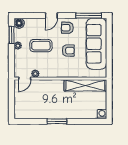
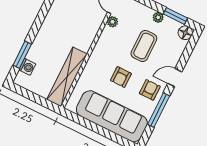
door: (51, 16) -> (175, 78), hinge flipped
window: (89, 16) -> (159, 110), moved
washing machine: (102, 114) -> (27, 67), moved
window: (57, 121) -> (22, 55), moved

